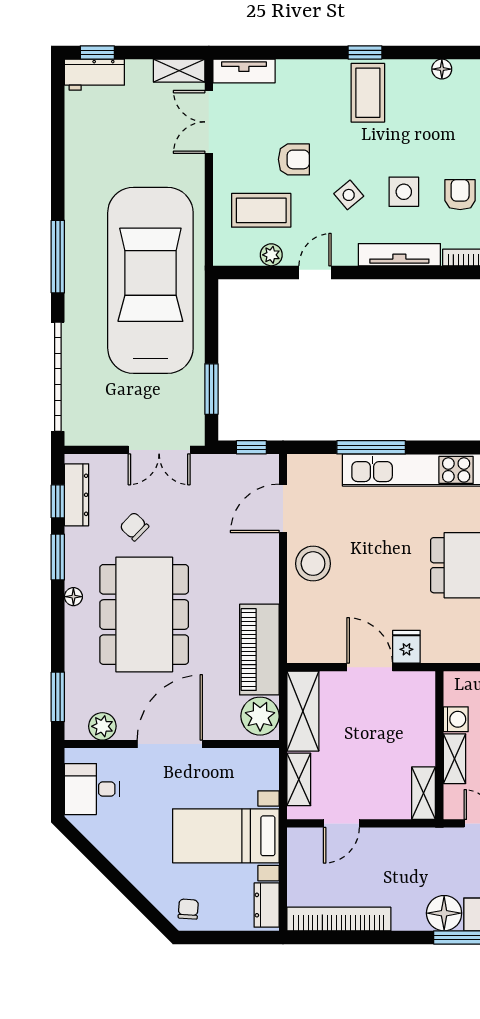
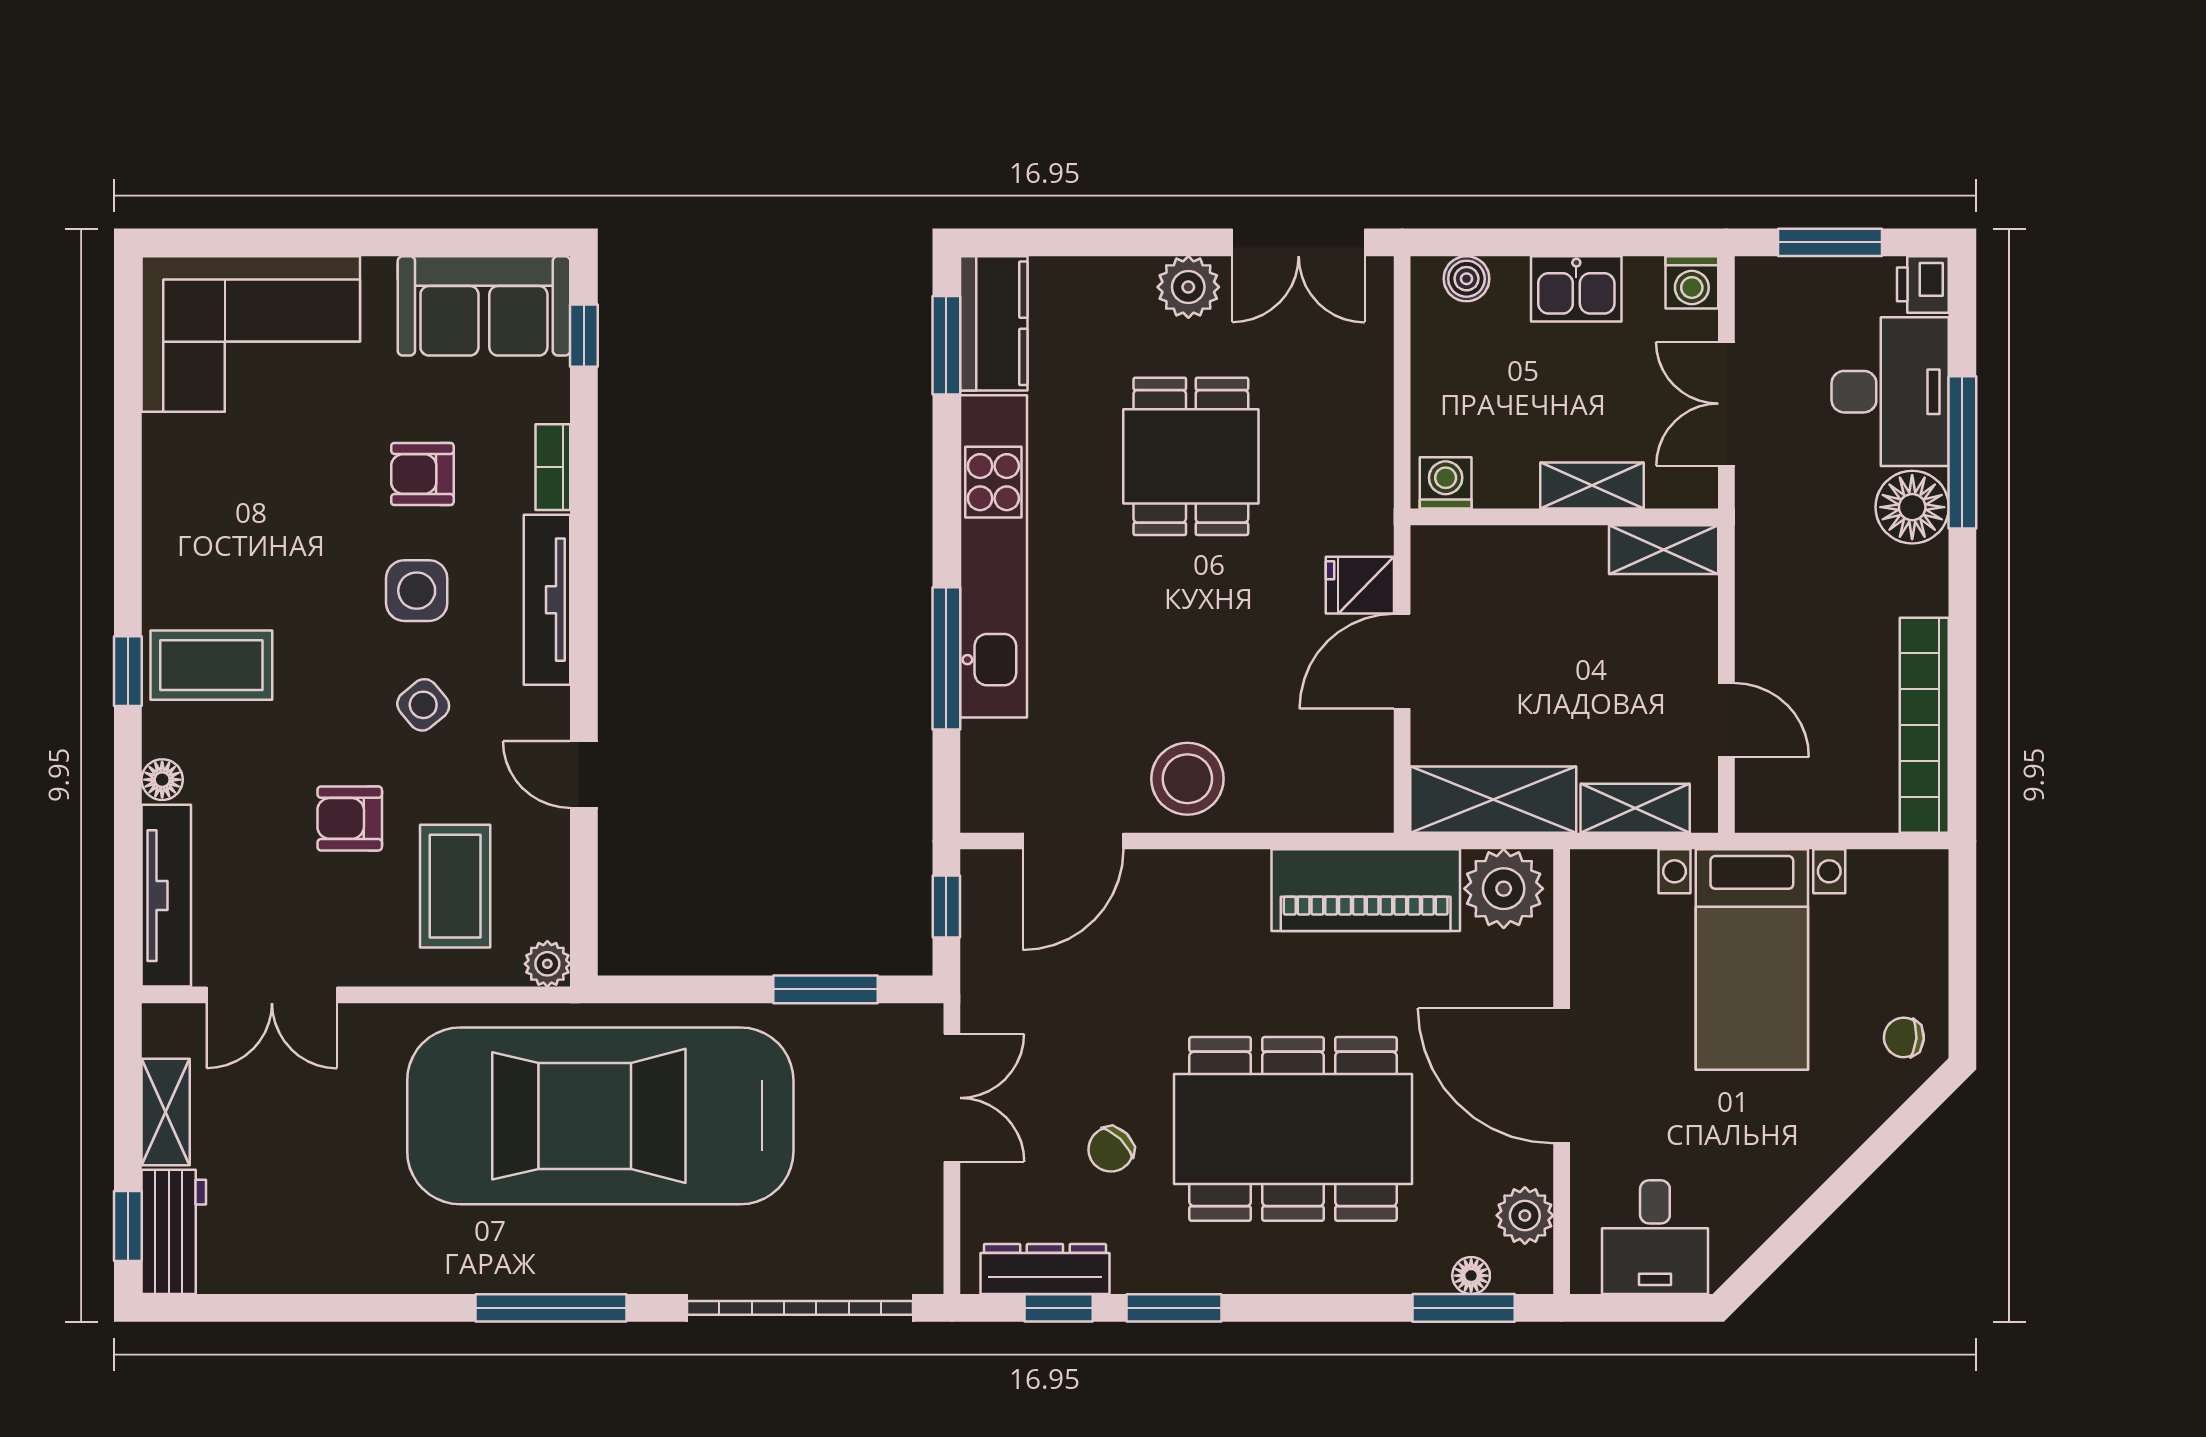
floor lamp: (442, 69) -> (162, 780), moved
shelving: (179, 71) -> (166, 1112), moved
tv unit: (244, 71) -> (166, 896), width x1.41
armchair: (294, 159) -> (350, 818), turned -90
plant: (271, 255) -> (547, 964), moved
door: (283, 508) -> (1073, 841), hinge flipped
floor lamp: (73, 597) -> (1471, 1276), moved
washing machine: (456, 719) -> (1446, 483), moved
dresser: (267, 905) -> (1895, 875), removed

